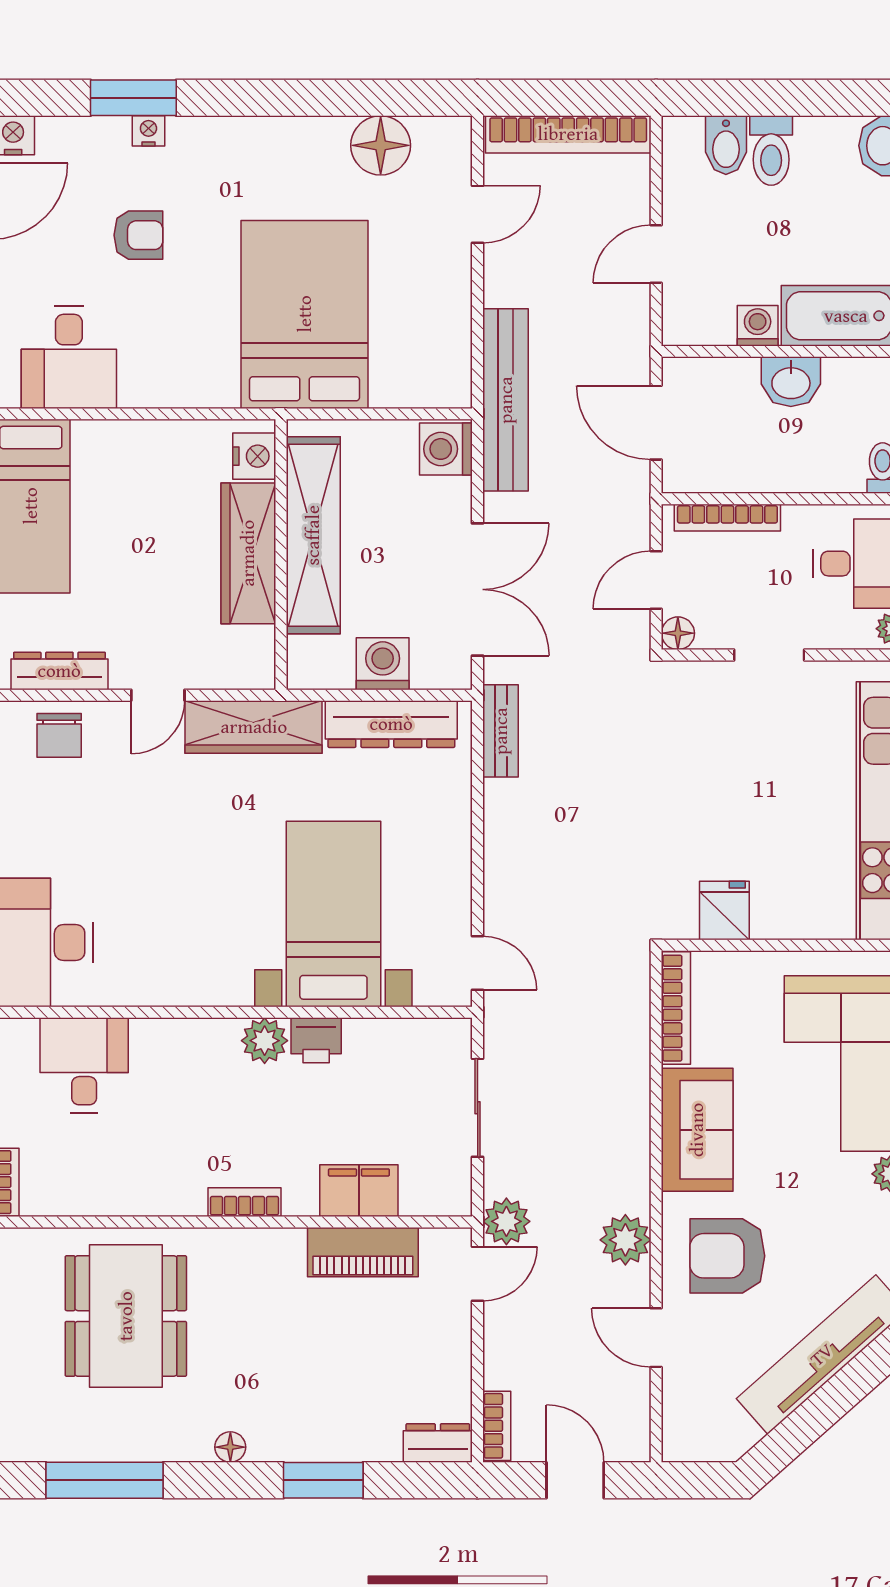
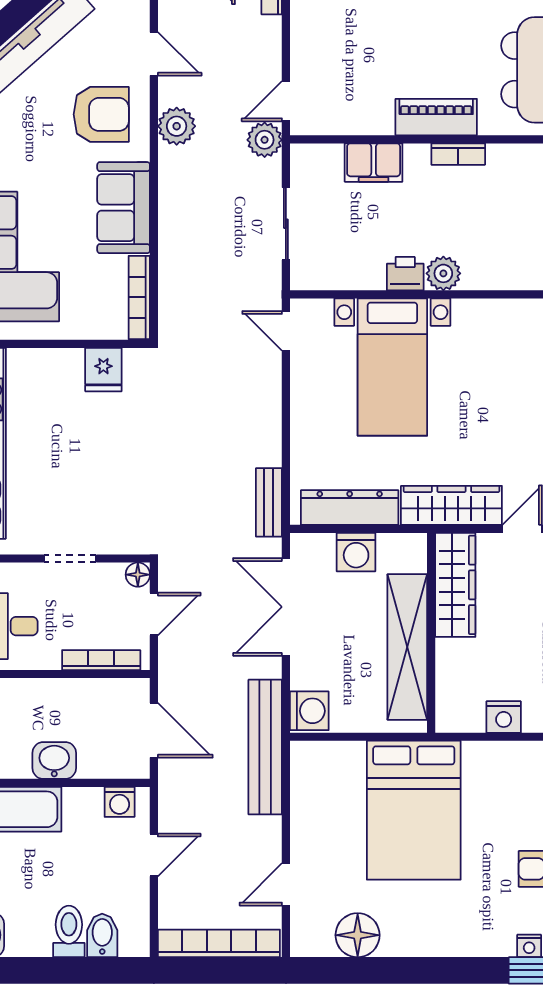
washing machine: (758, 326) -> (120, 802), moved
nightstand: (254, 456) -> (504, 717), moved, turned -90
wardrobe: (248, 553) -> (455, 585), moved
piano: (363, 1252) -> (436, 117), moved

